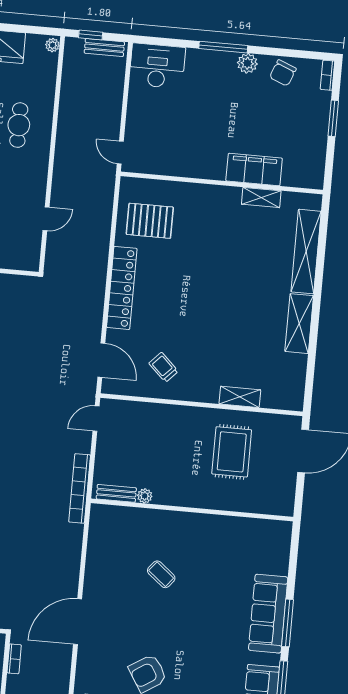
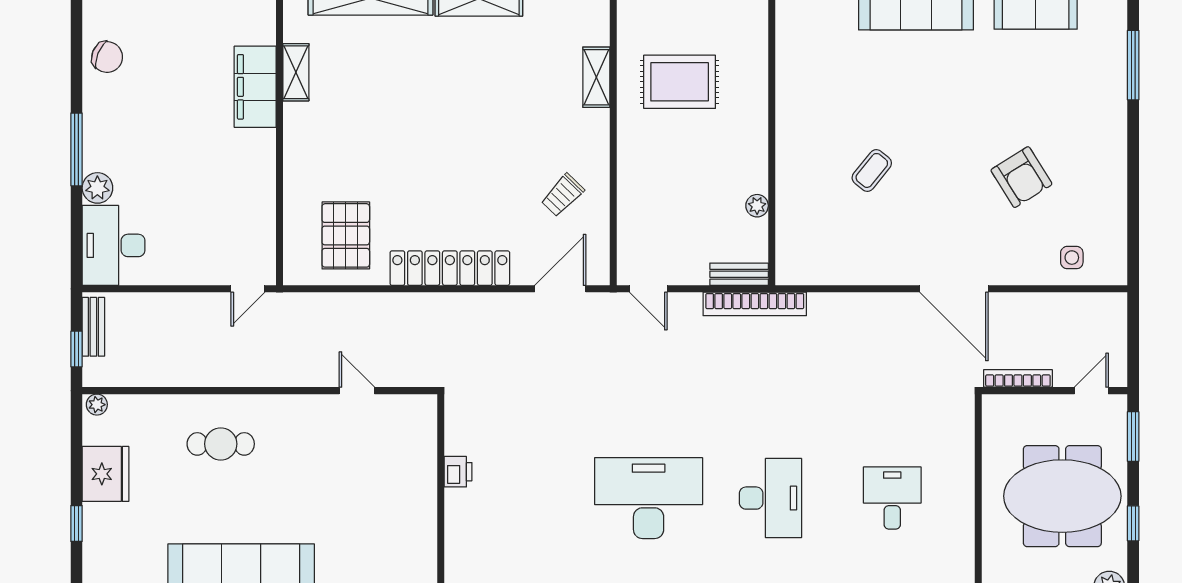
plant: (247, 63) -> (97, 188), moved
bench: (116, 493) -> (739, 274), moved, turned 90
bookcase: (14, 659) -> (1018, 378), width x1.56

